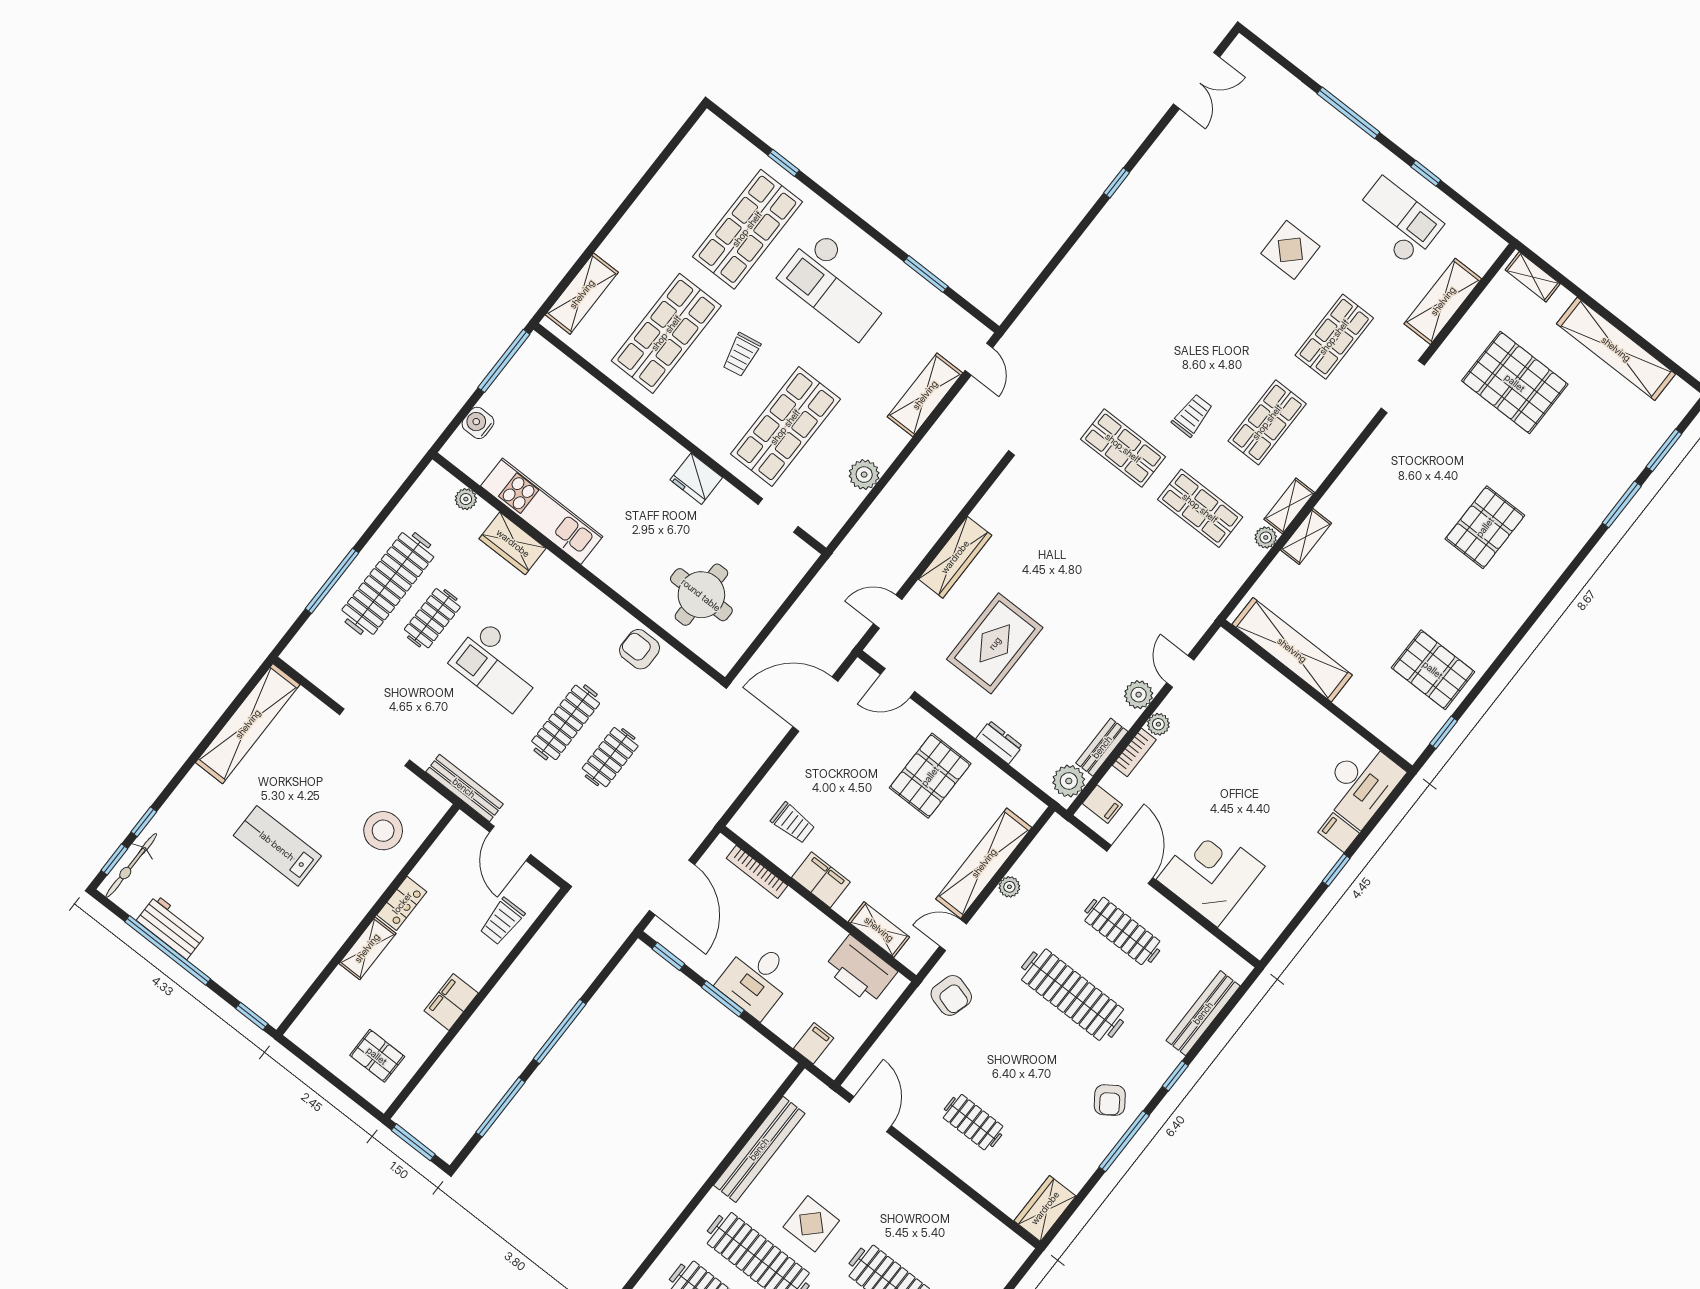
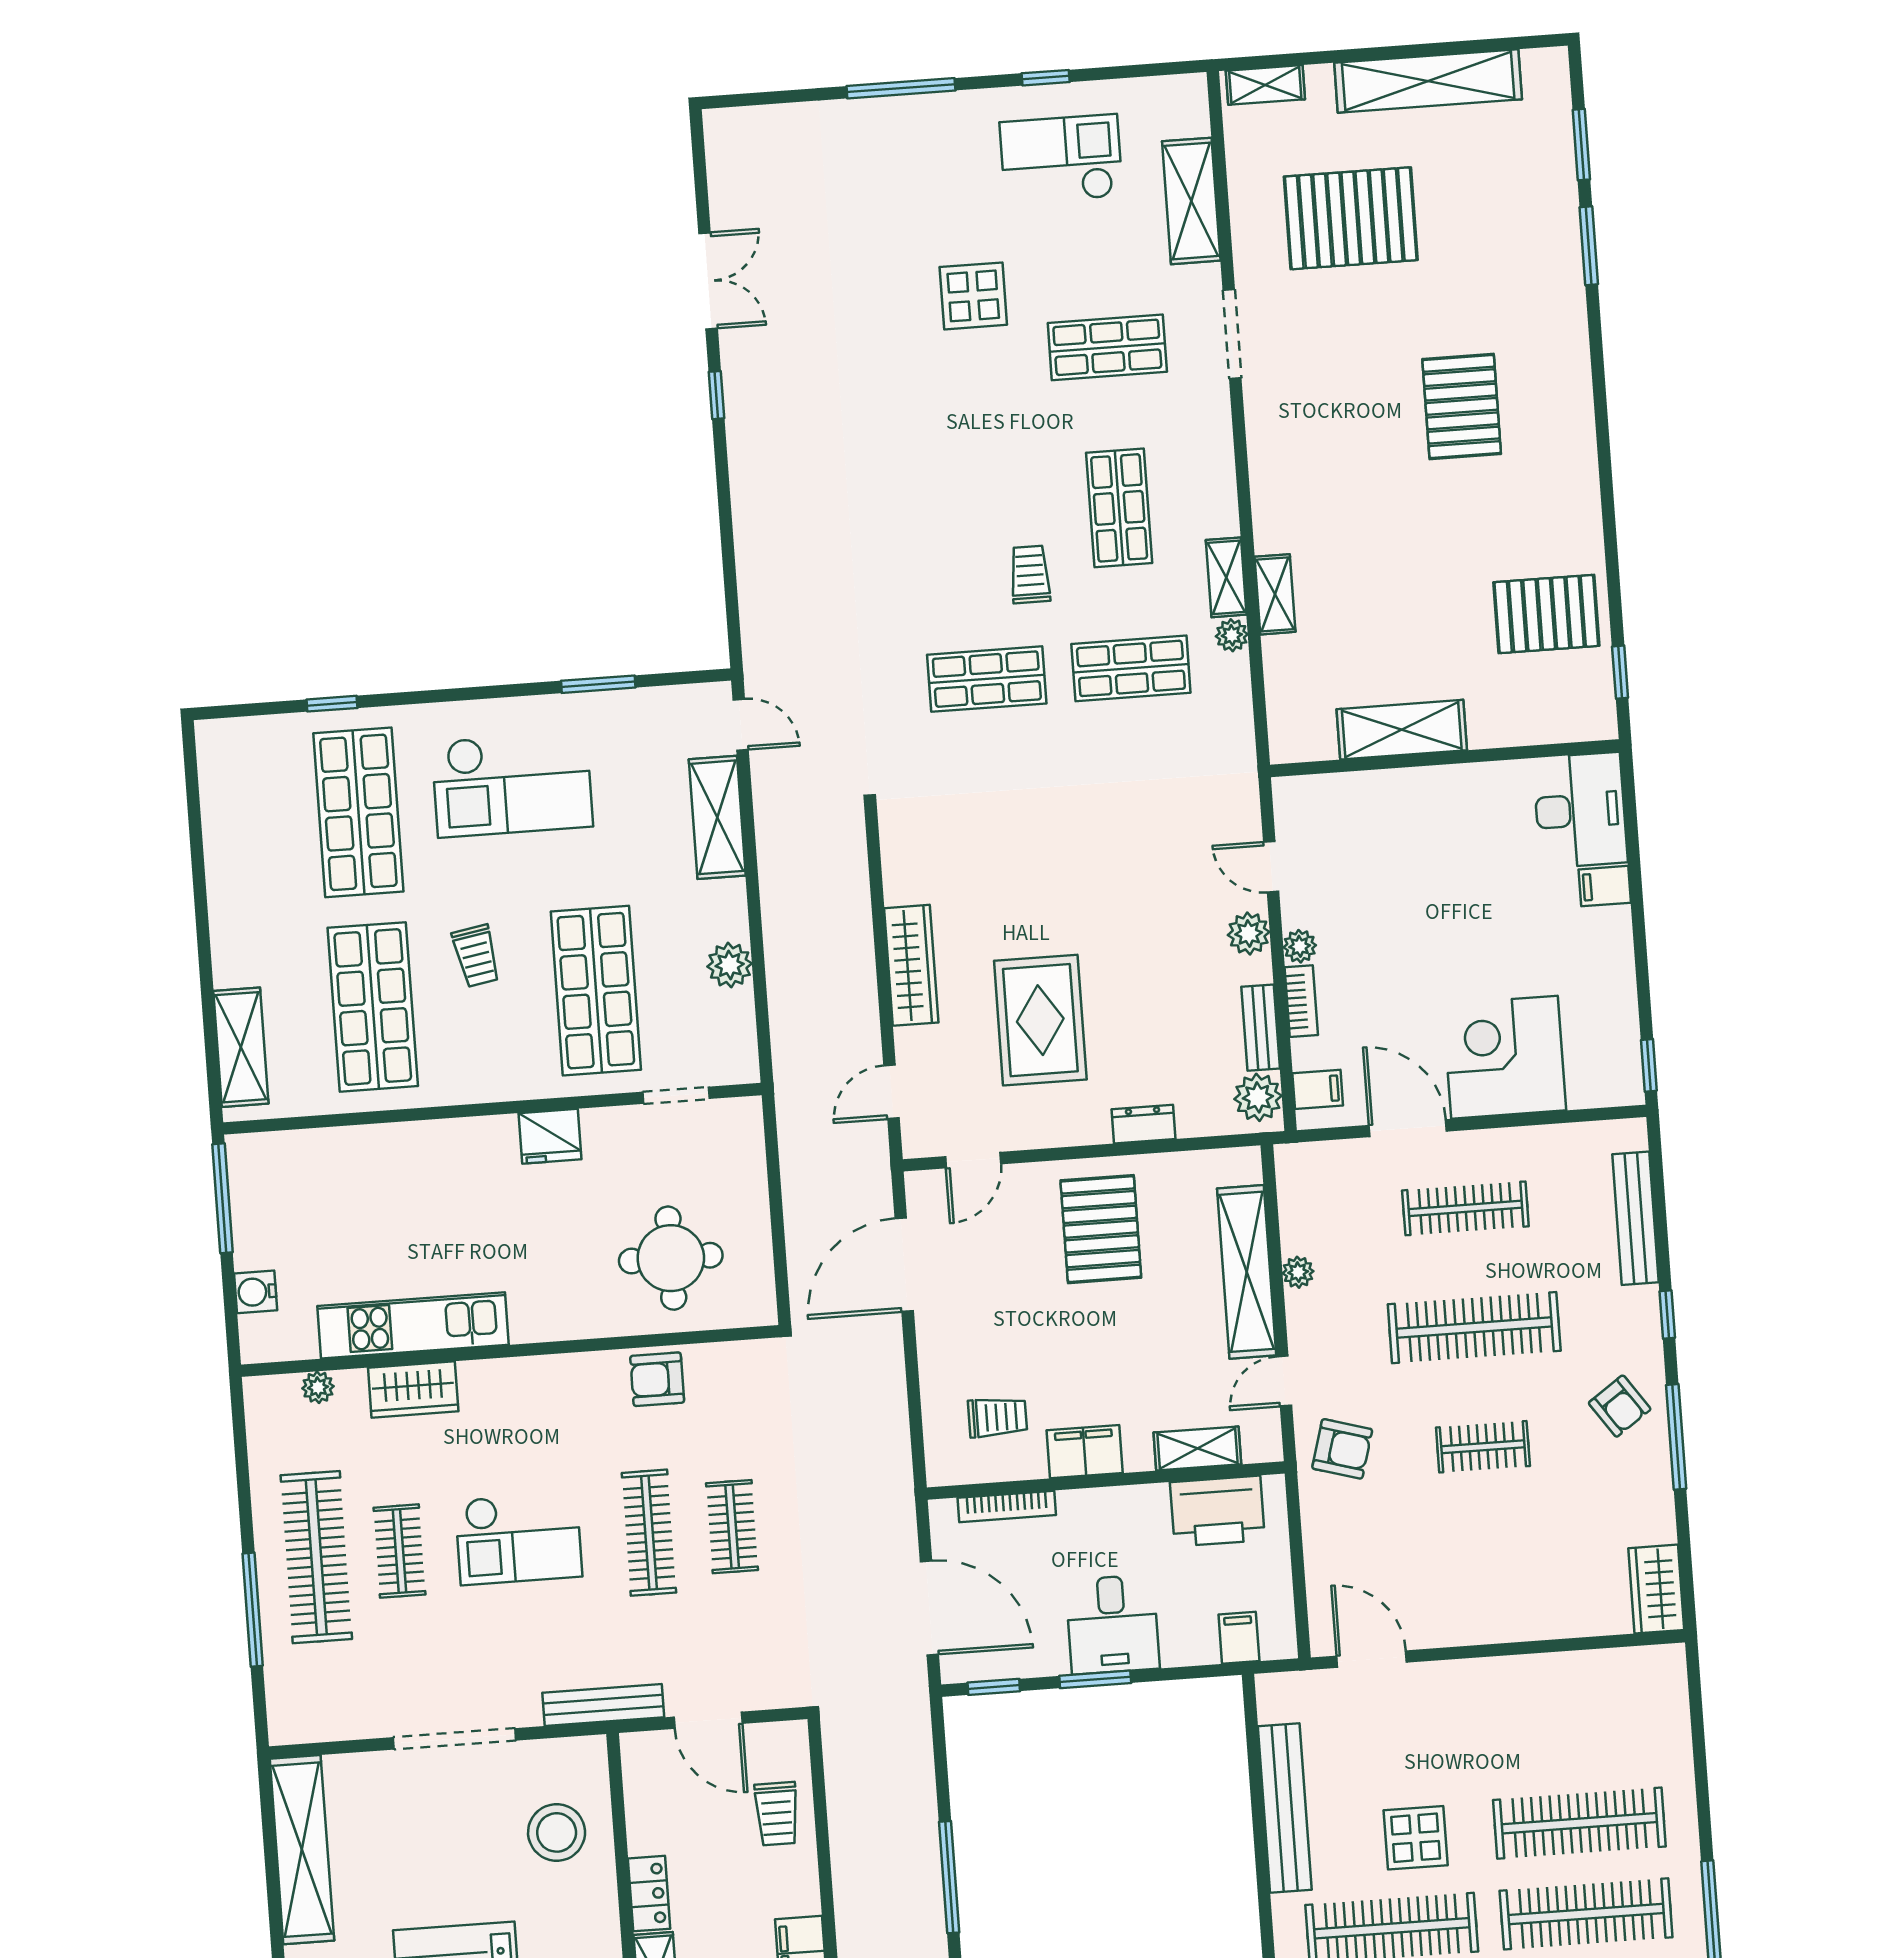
double door: (1197, 80) -> (708, 281), moved
shop shelf: (1334, 337) -> (1107, 347), turned 90
shelving: (1292, 650) -> (1402, 730), width x0.68
window: (1336, 870) -> (1649, 1065), moved
clothes rail: (973, 1122) -> (1483, 1447), moved

